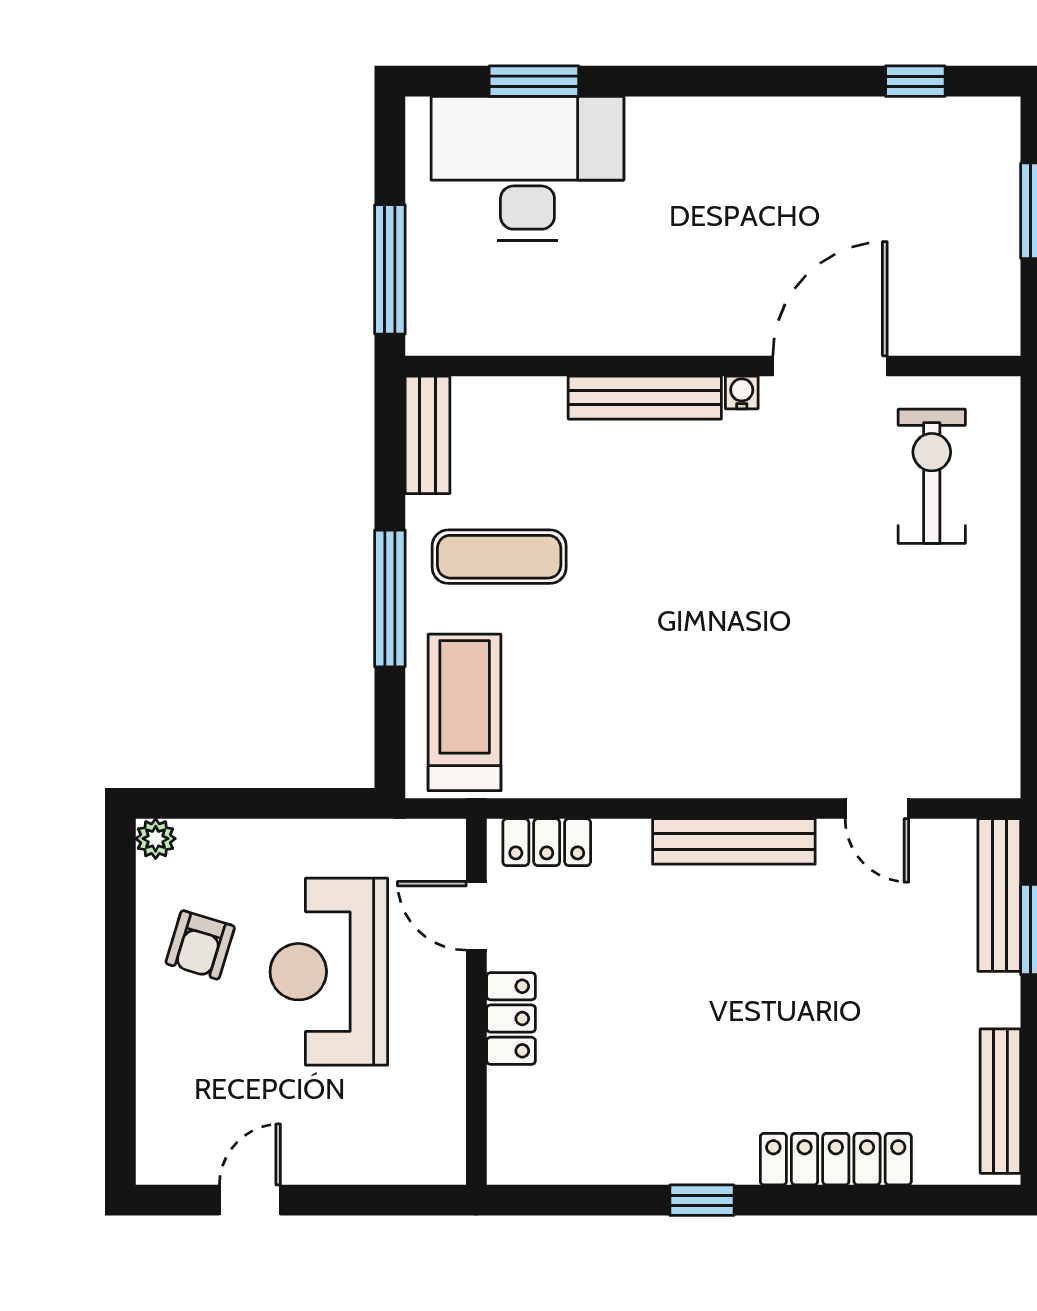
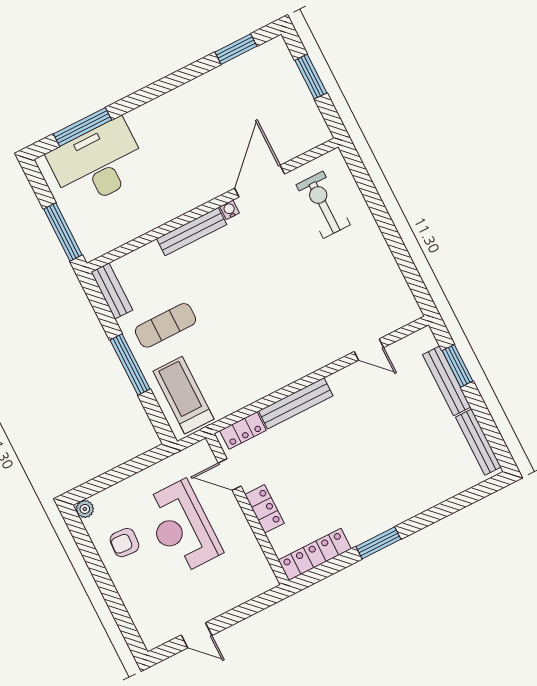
window: (534, 81) -> (82, 127), width x1.44
window: (915, 81) -> (236, 49), width x1.50
bench: (734, 841) -> (296, 403), moved
bench: (999, 895) -> (447, 381), moved
armchair: (200, 945) -> (124, 543), turned 77
locker: (836, 1159) -> (315, 554), moved
door: (250, 1200) -> (197, 635), swing flipped
window: (702, 1200) -> (378, 543), width x1.50

